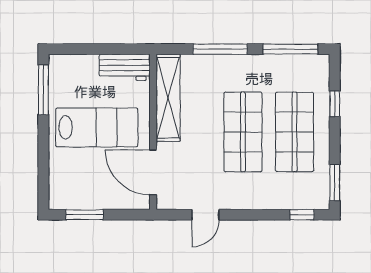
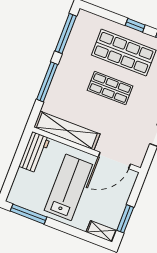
window: (335, 104) -> (135, 25), moved
shop shelf: (243, 132) -> (110, 88), width x0.70, depth x0.74
shelving: (57, 191) -> (101, 231), added

